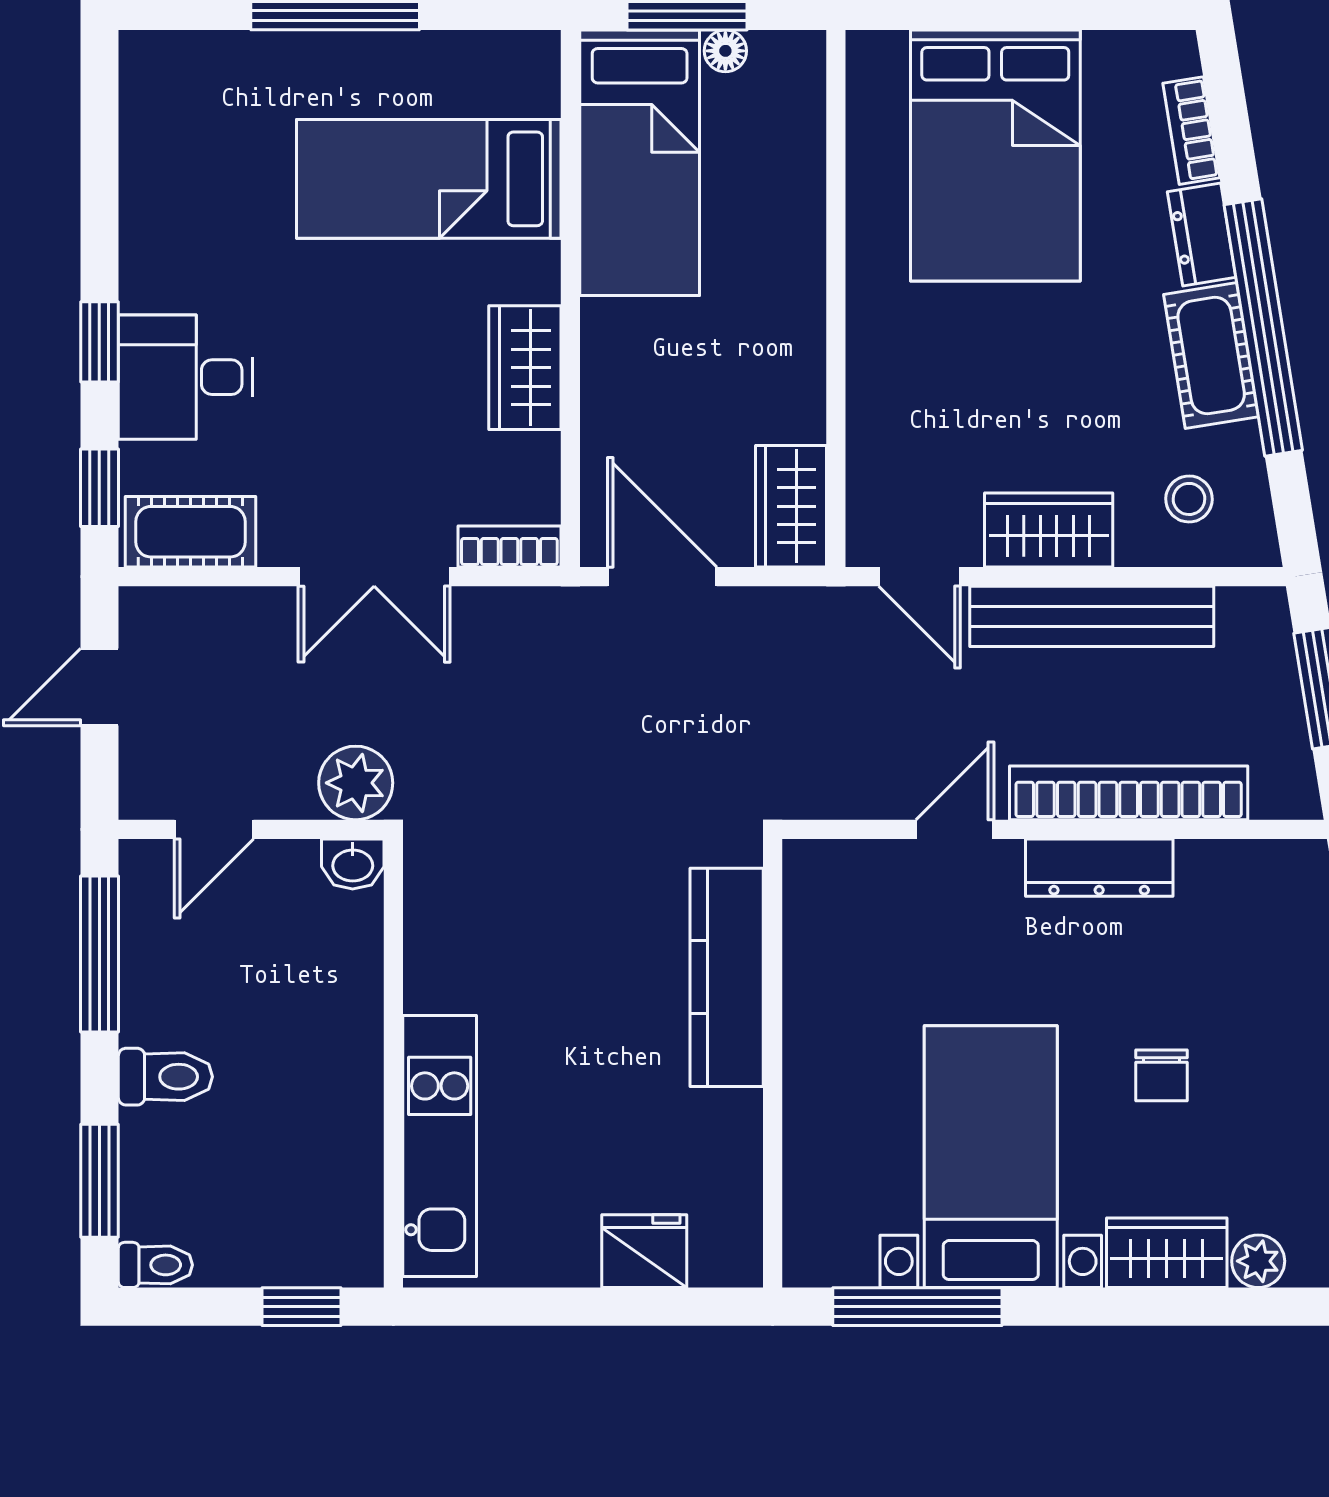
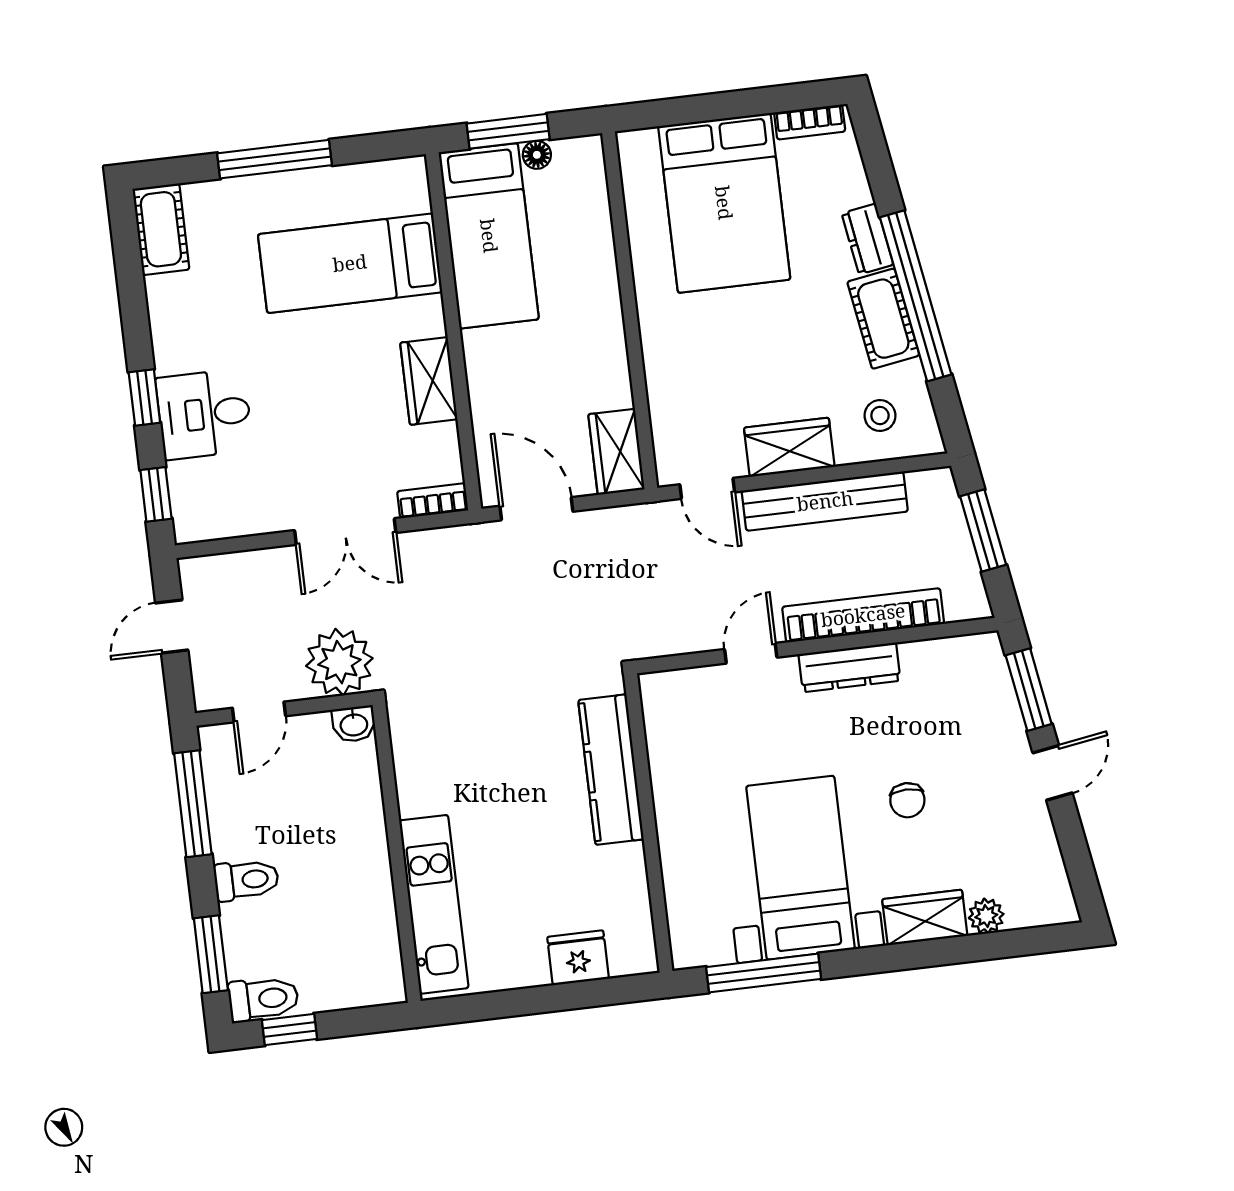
bookcase: (1191, 131) -> (810, 122), moved, turned -81
cot: (190, 532) -> (161, 229), moved, turned 90
plant: (356, 783) -> (339, 662), width x1.36, depth x1.36
toilet: (155, 1265) -> (263, 999), width x1.37, depth x1.39
window: (301, 1307) -> (289, 1030), moved

